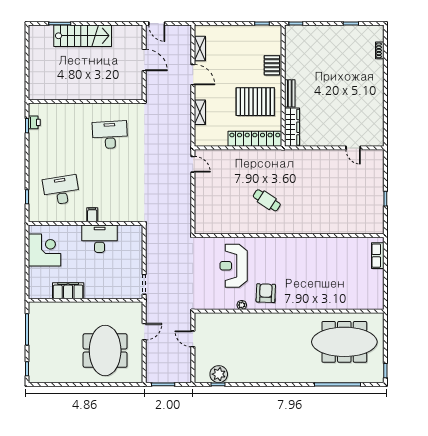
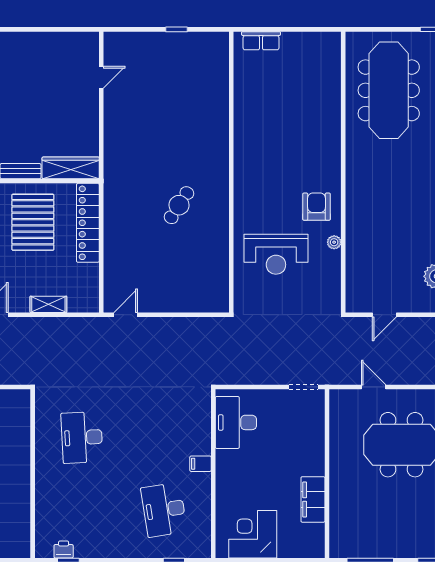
desk: (100, 239) -> (236, 422), moved
armchair: (266, 293) -> (317, 207), turned 88

